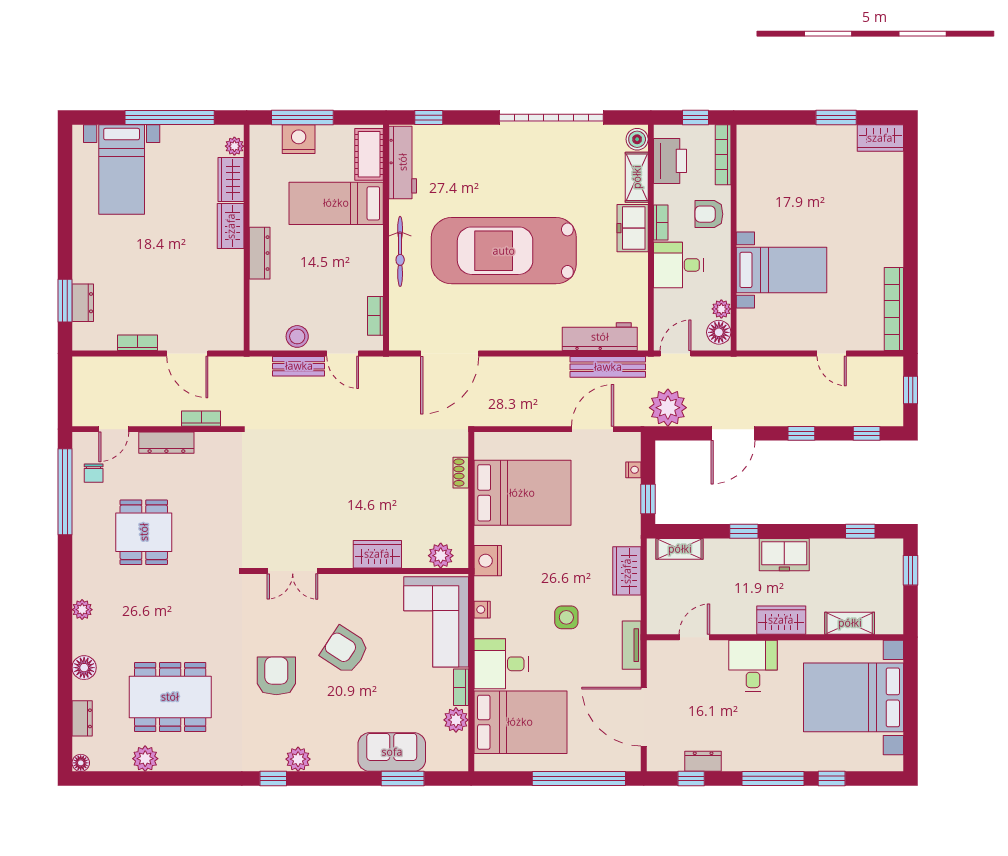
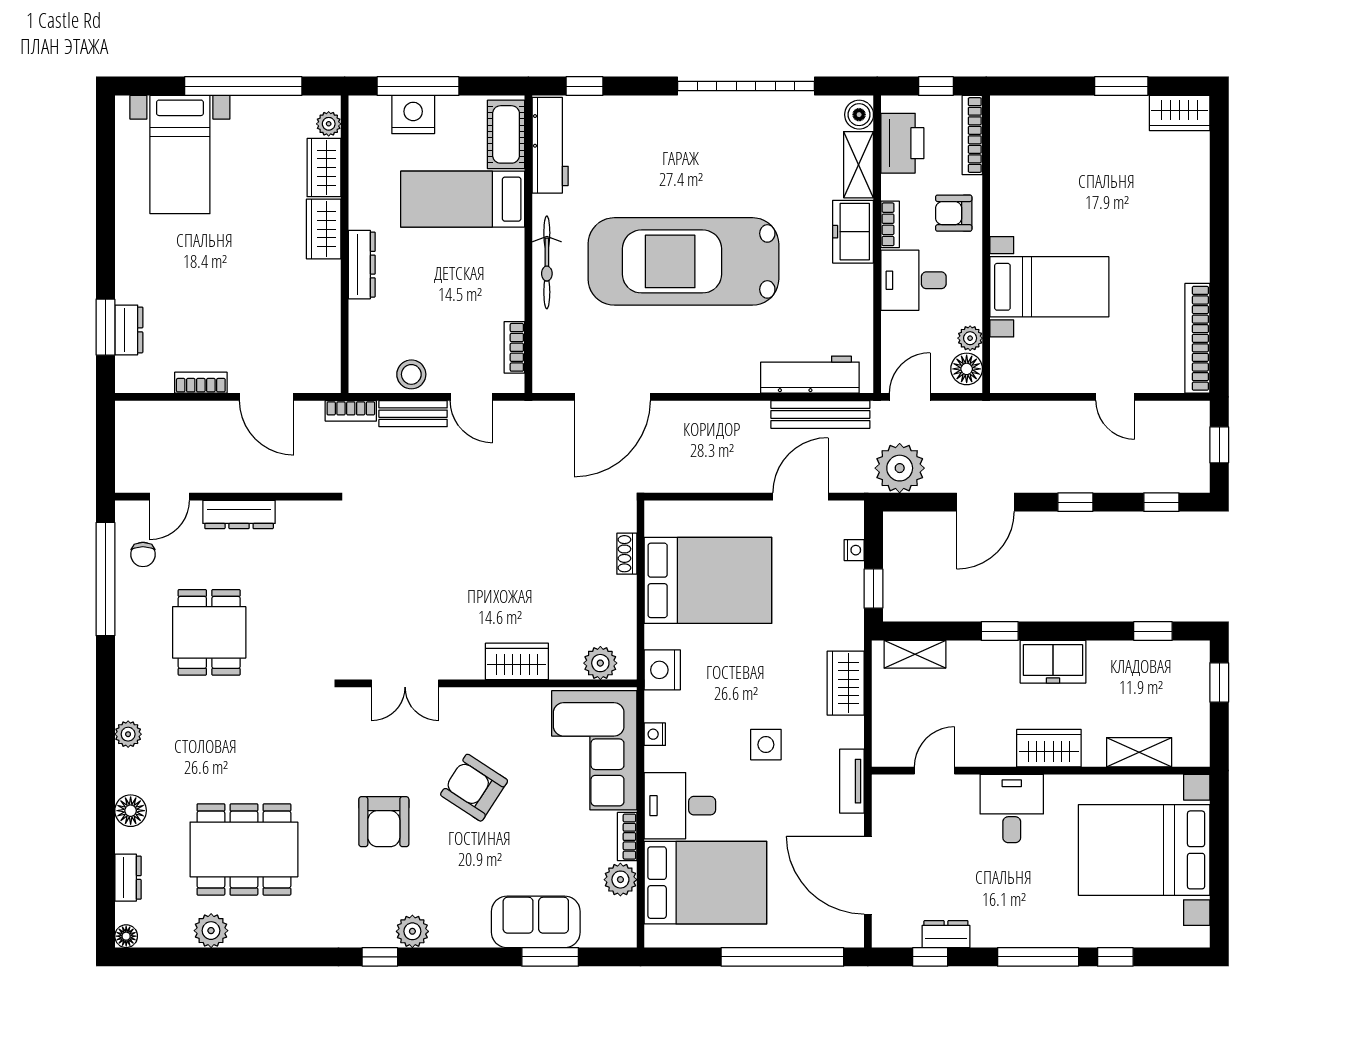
bookcase: (201, 419) -> (351, 411), moved, turned 180
armchair: (276, 676) -> (384, 822), turned 180

